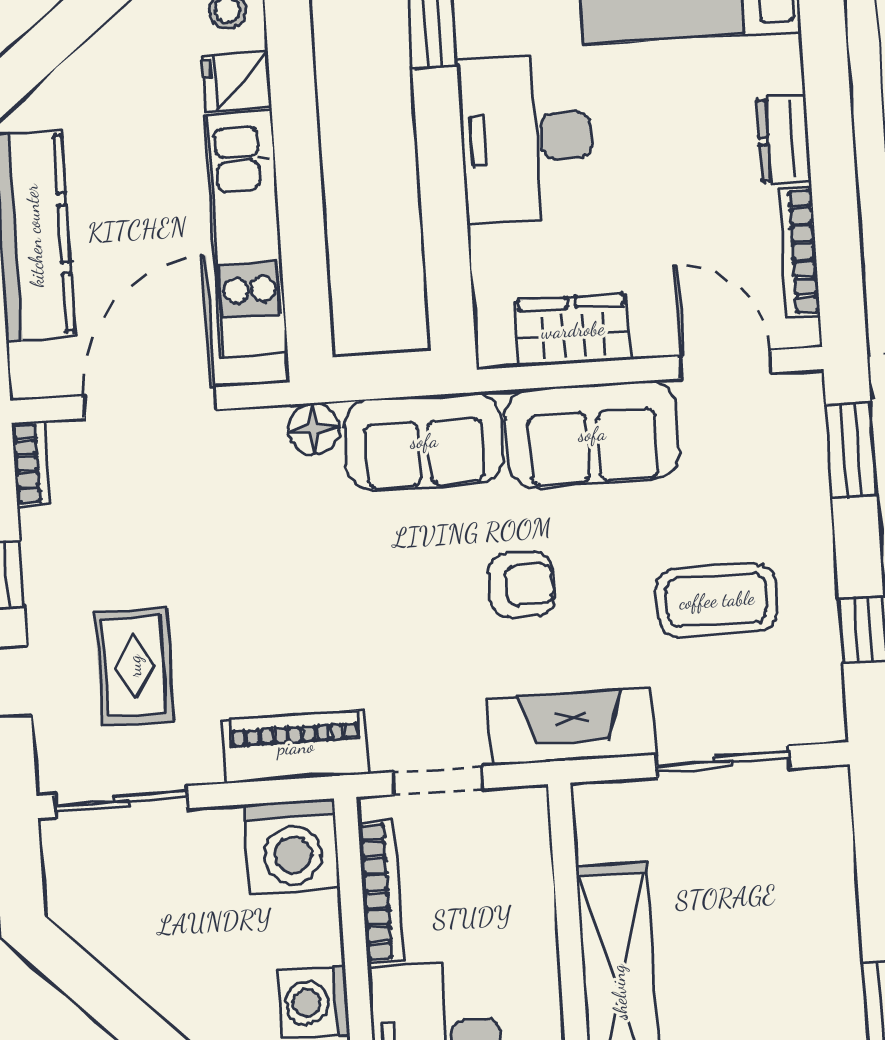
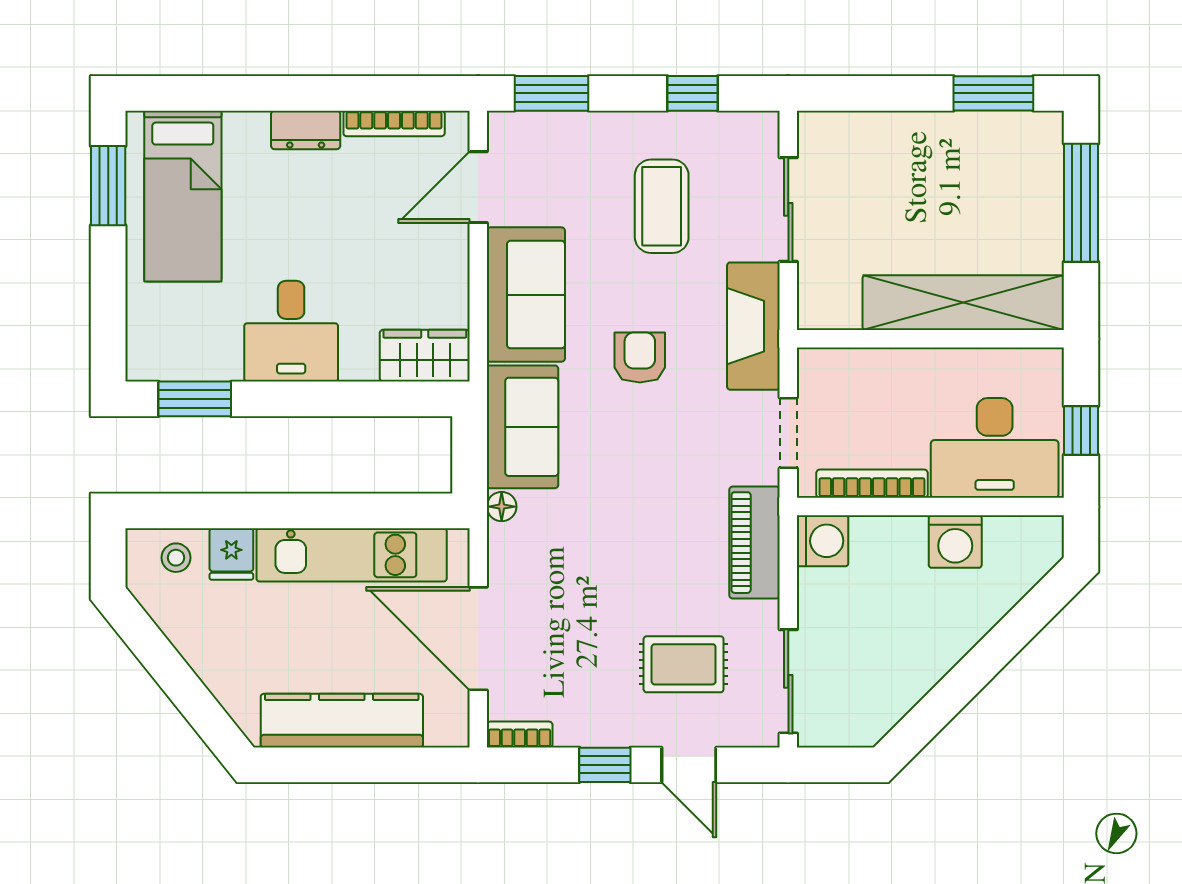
desk: (526, 138) -> (291, 331), width x0.73
wardrobe: (573, 330) -> (425, 356), moved, turned 90
floor lamp: (314, 429) -> (502, 507), width x0.73, depth x0.73
washing machine: (292, 846) -> (823, 541), width x0.73, depth x0.73

